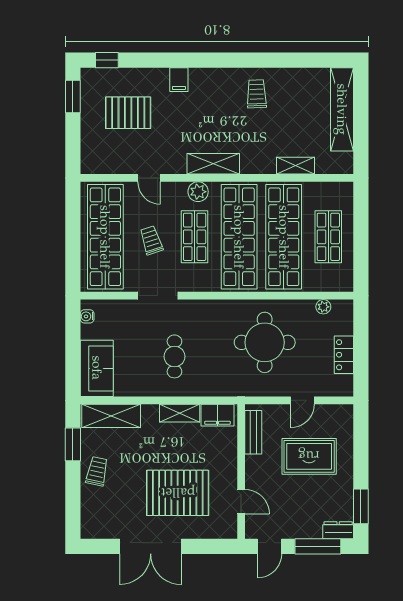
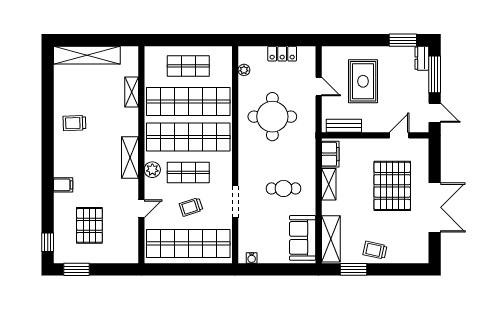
sofa: (97, 368) -> (303, 238), moved, turned -90

